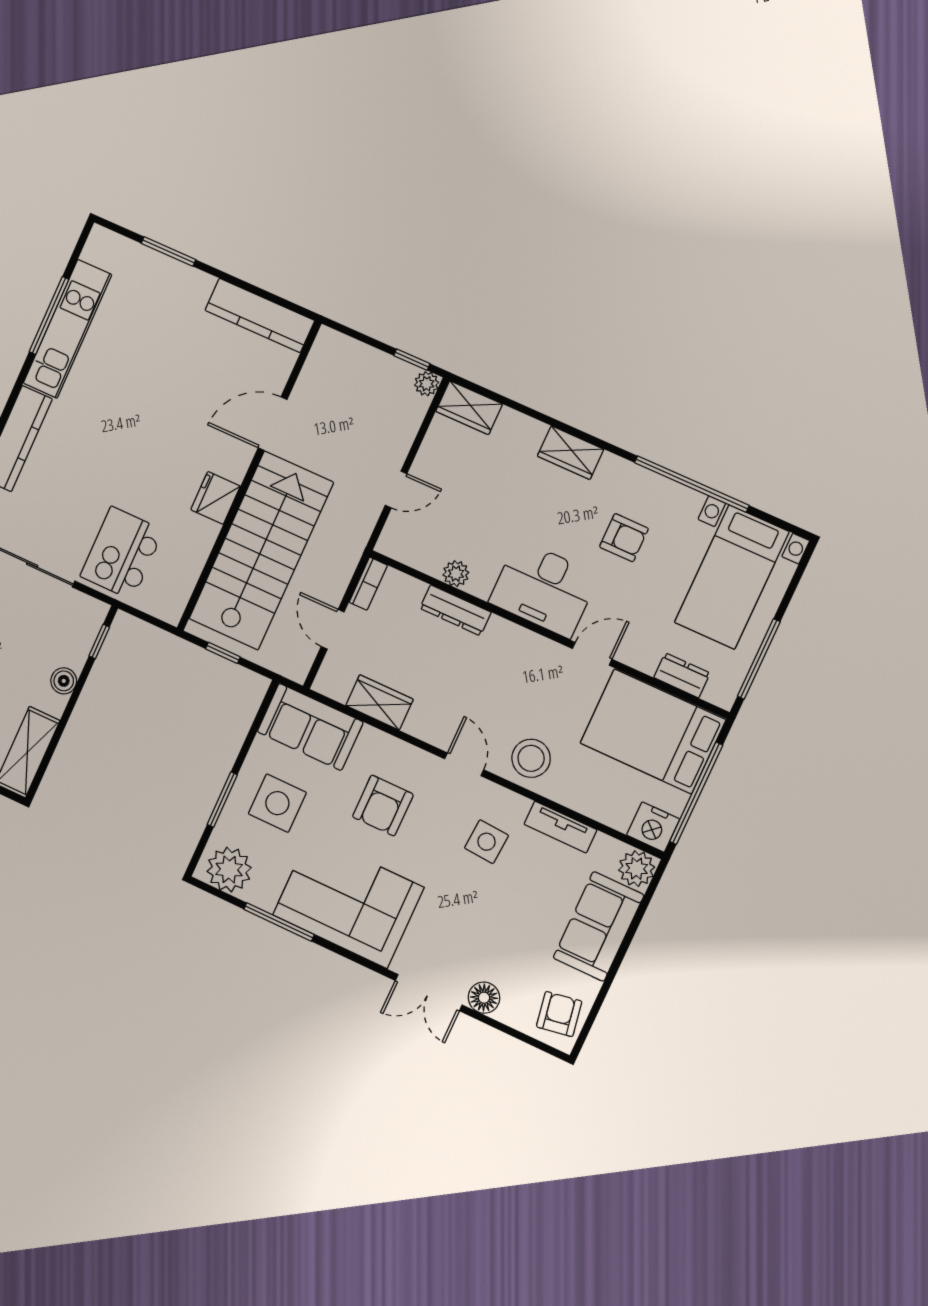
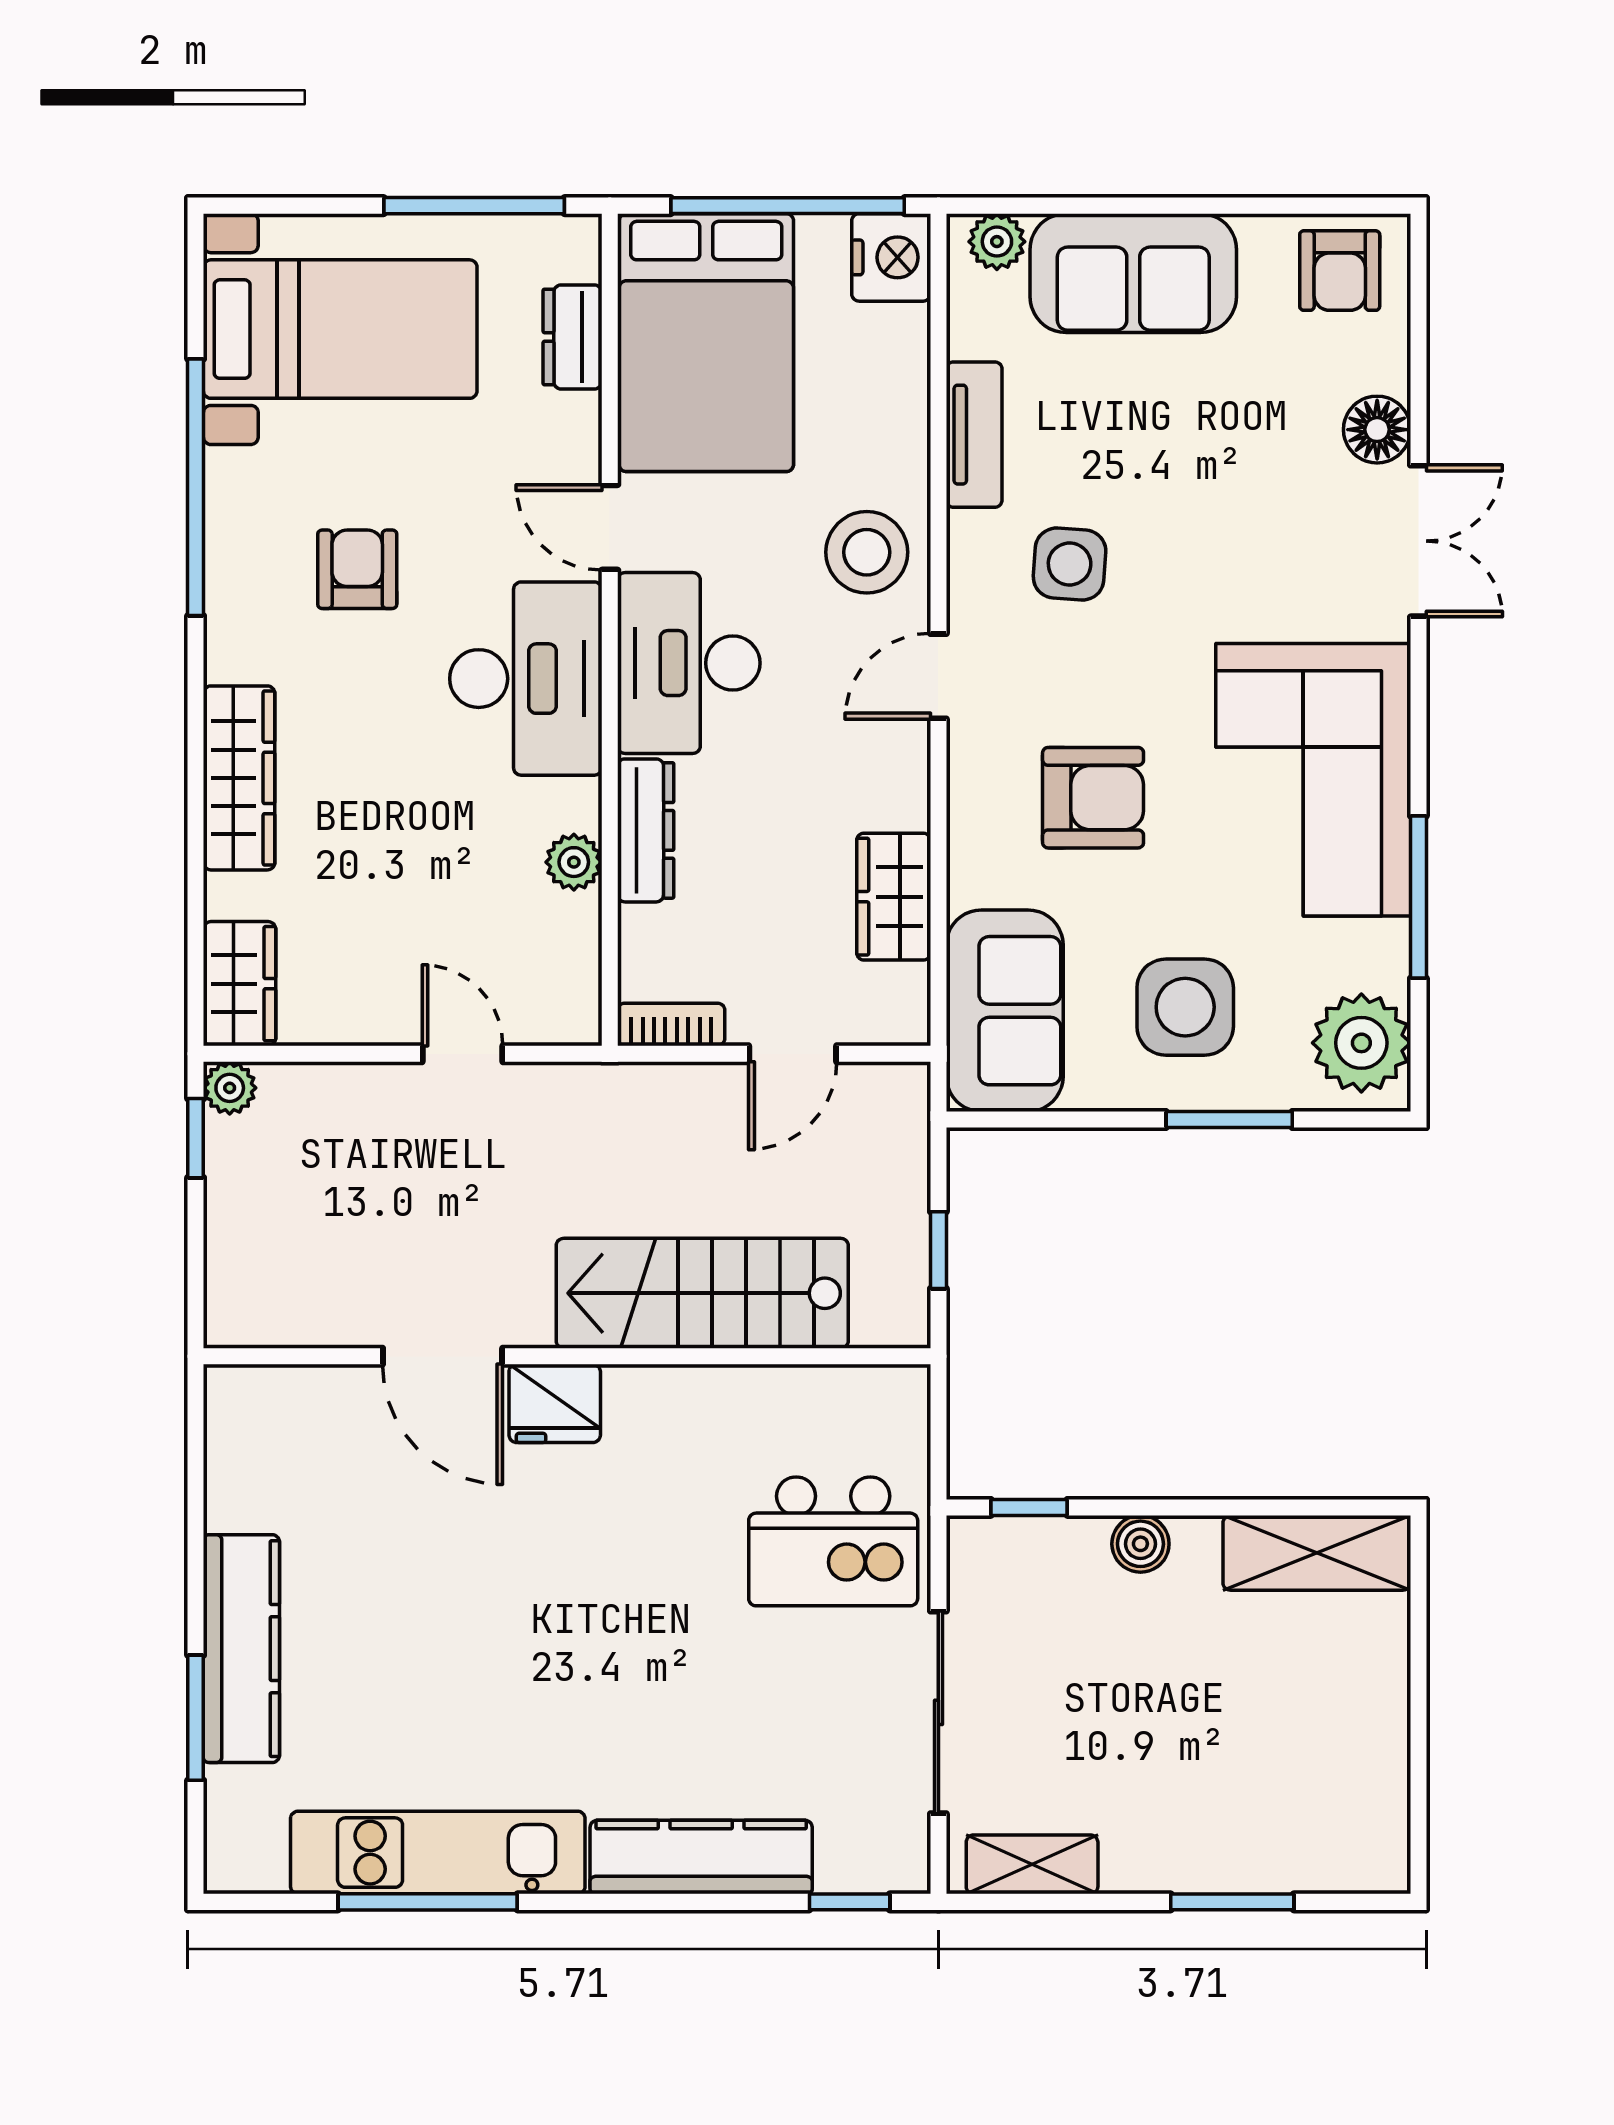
kitchen counter: (260, 315) -> (241, 1649), moved
wardrobe: (571, 453) -> (239, 778), width x1.50
fridge: (216, 498) -> (555, 1403), moved
stairs: (261, 551) -> (702, 1293), width x0.73, depth x0.66
desk: (518, 661) -> (689, 663), added
plant: (637, 869) -> (997, 242), width x0.73, depth x0.73
armchair: (559, 1014) -> (1340, 271), turned -80

